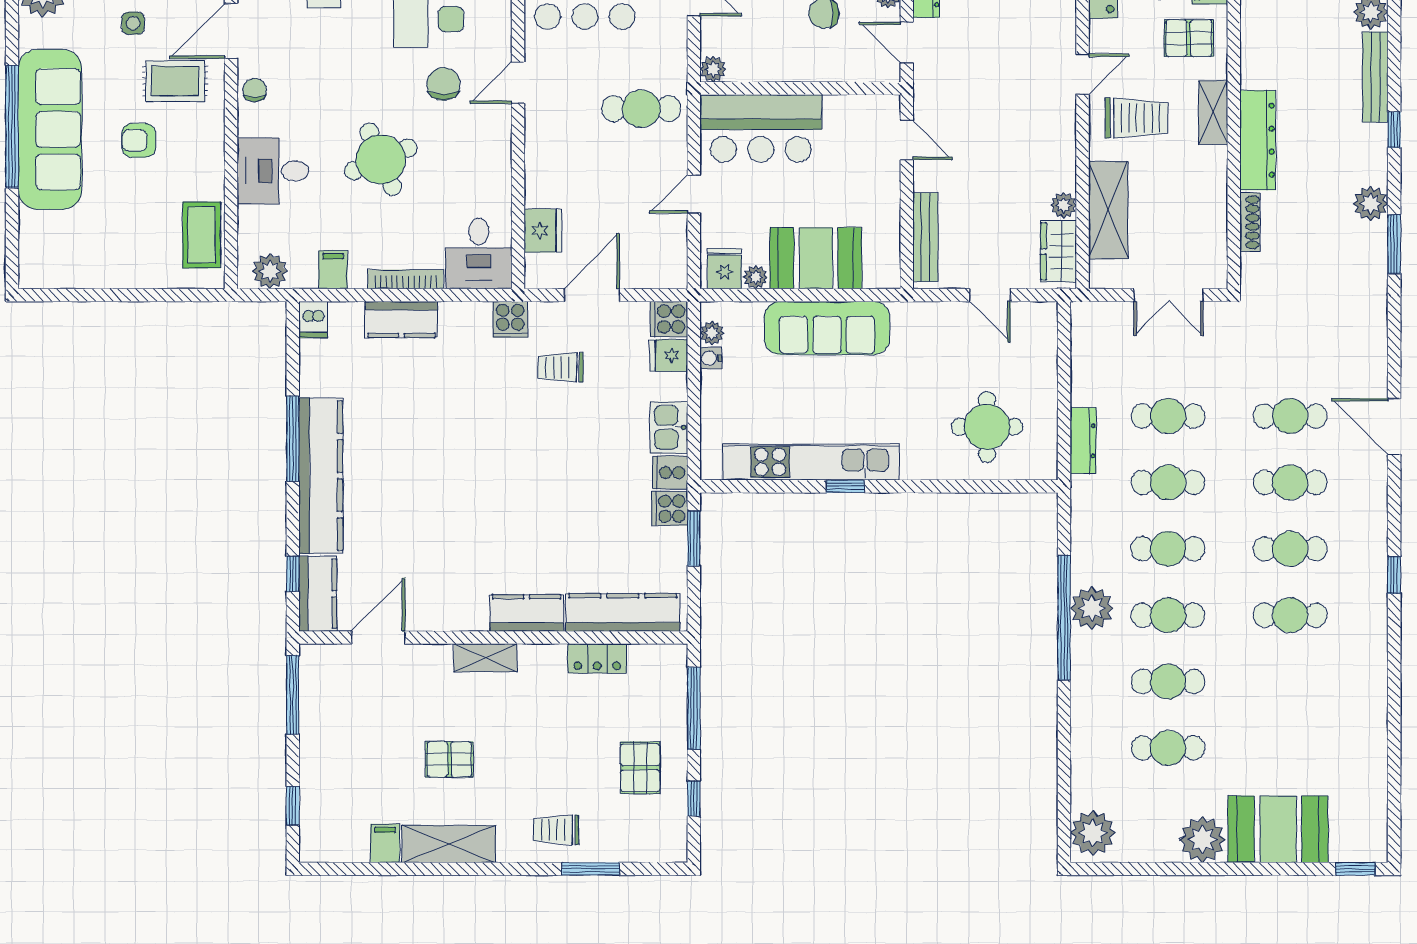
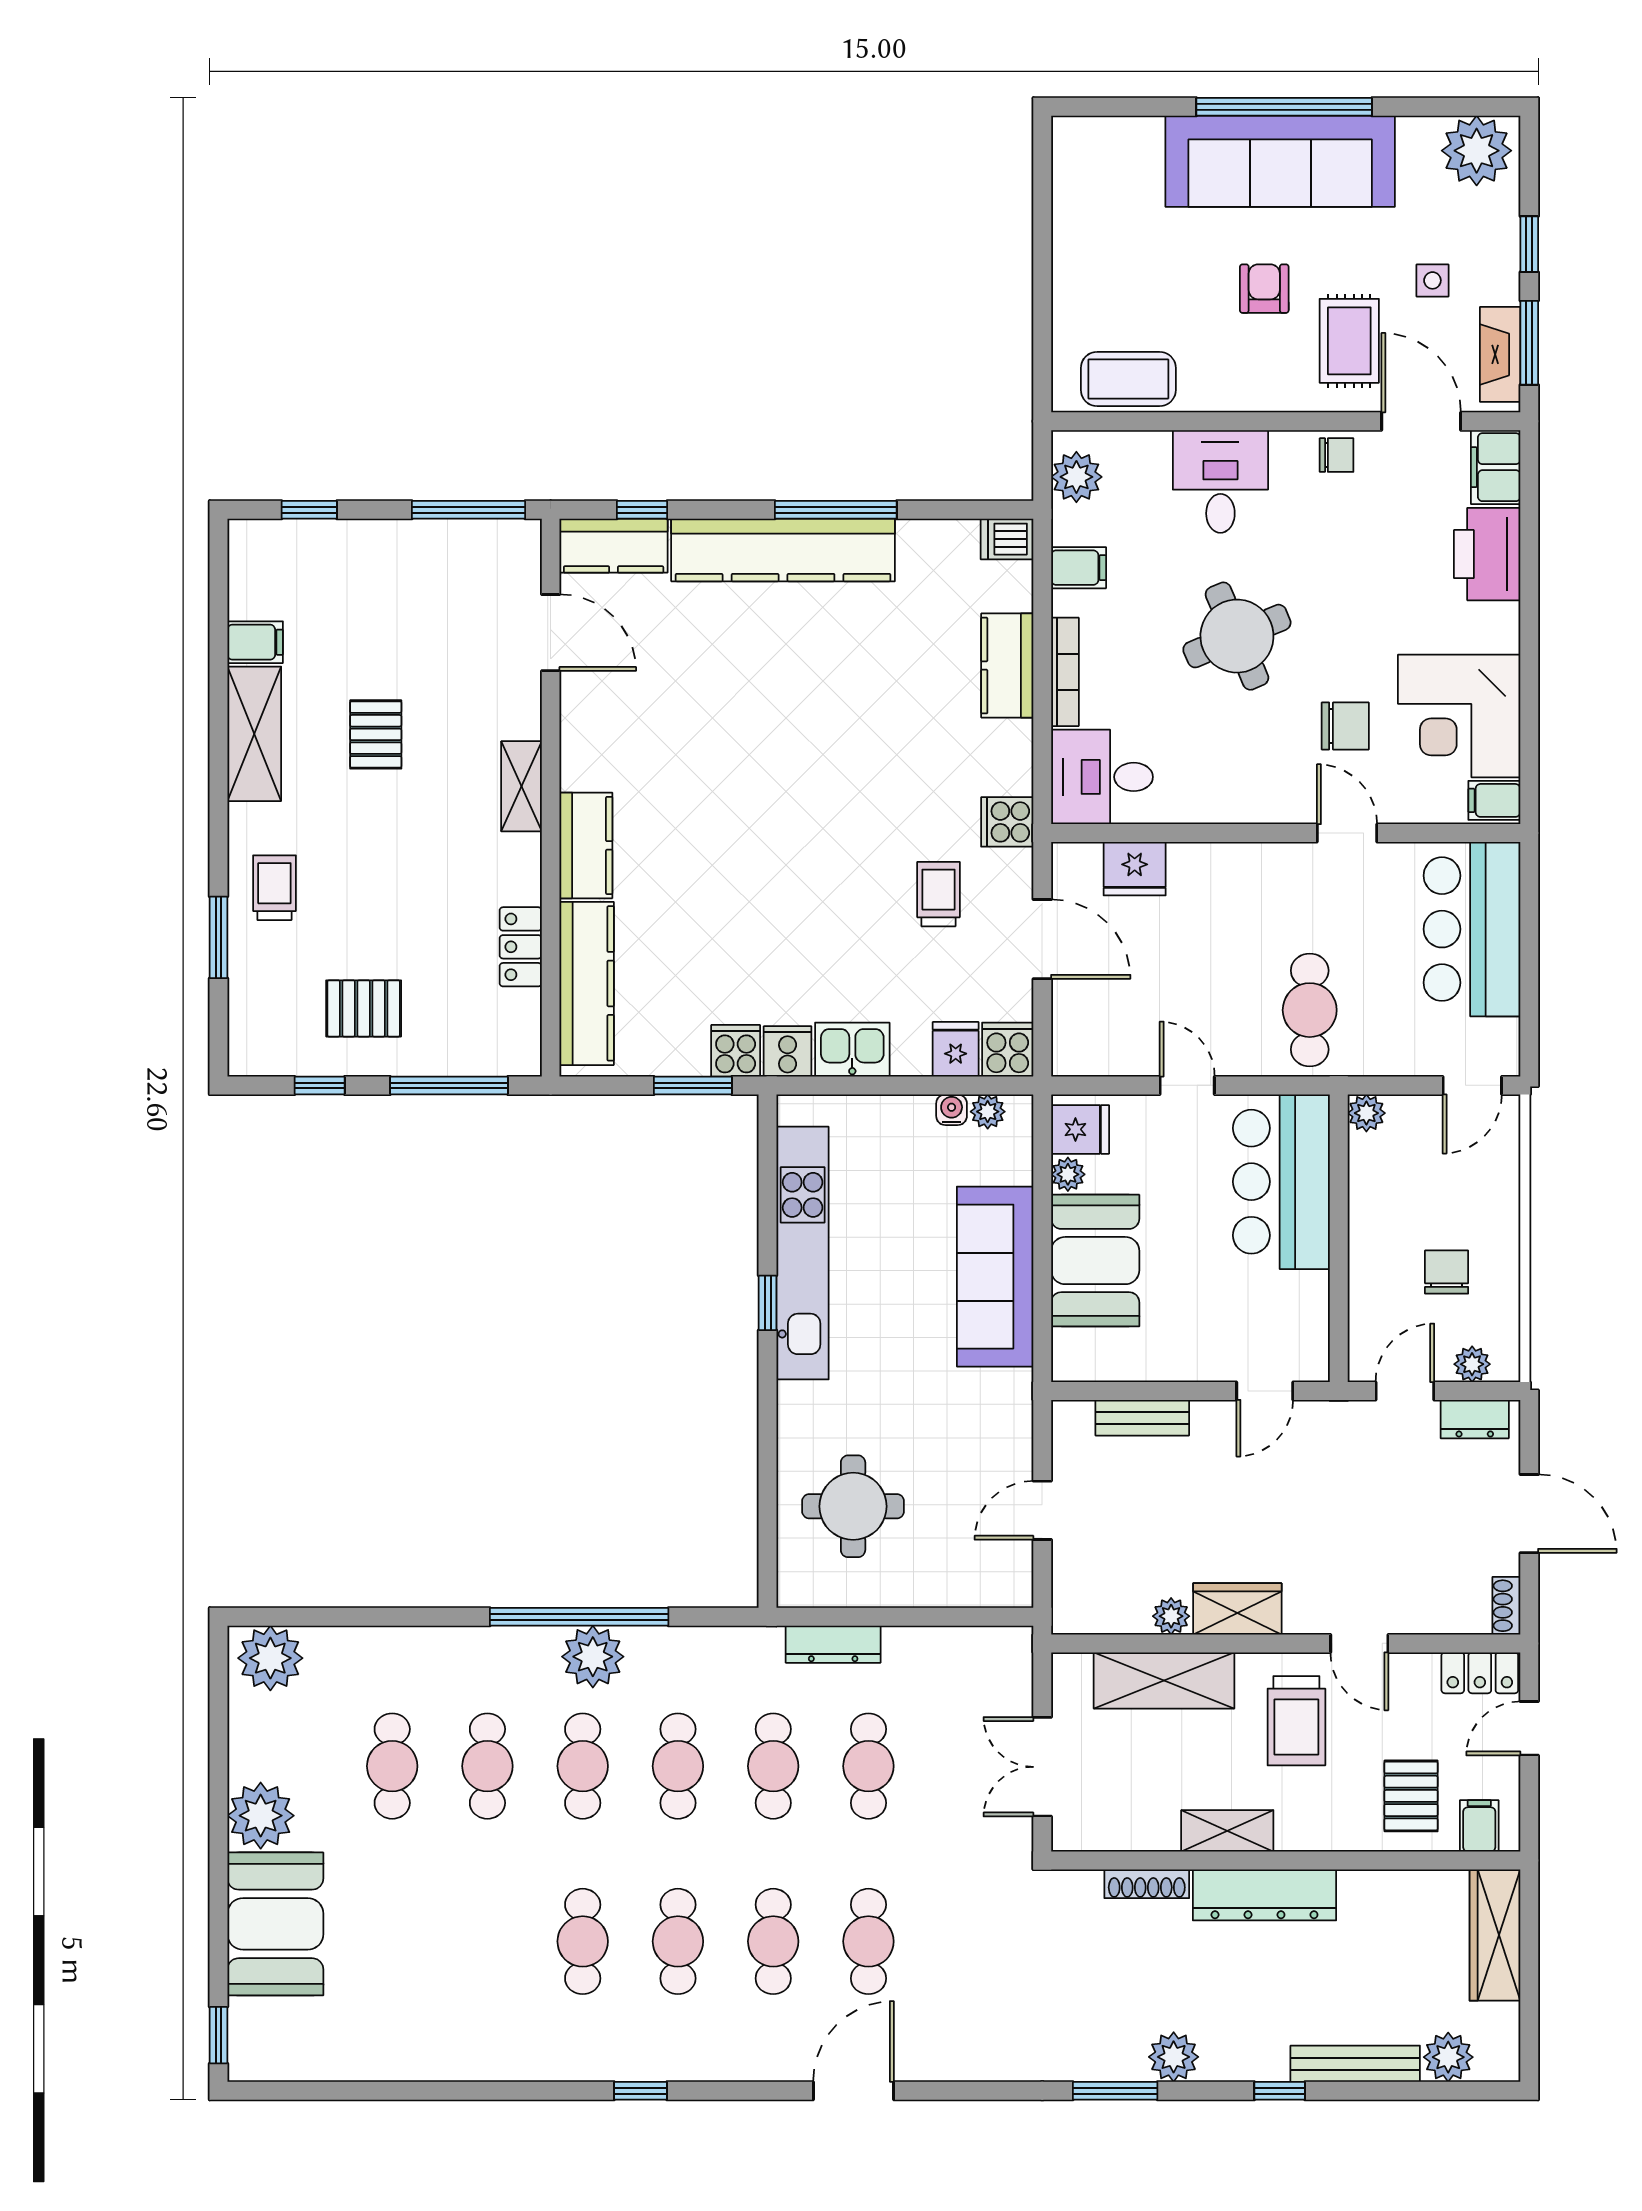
shelving: (1213, 113) -> (1227, 1831), moved
bench: (925, 237) -> (1142, 1418), width x0.73
wardrobe: (1058, 251) -> (1237, 1609), moved

